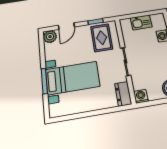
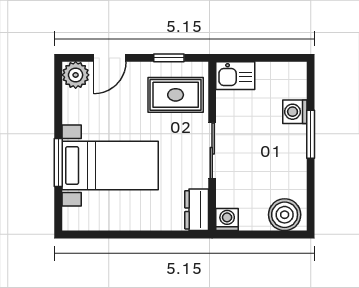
kitchen sink: (141, 22) -> (235, 76), moved
rug: (102, 38) -> (176, 95), turned 90

